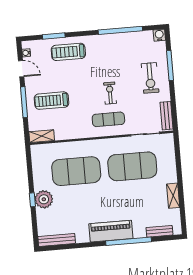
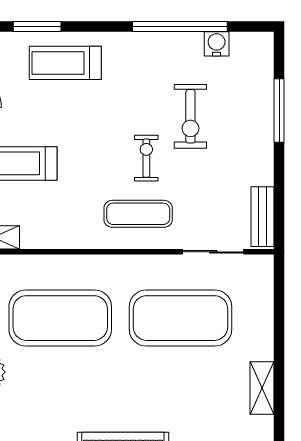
water cooler: (159, 35) -> (217, 44), moved
exercise bike: (150, 78) -> (190, 116), moved

